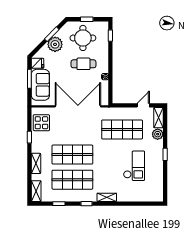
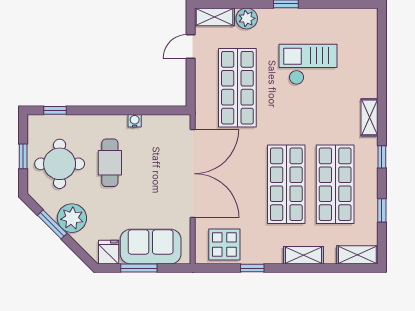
door: (143, 105) -> (191, 47), hinge flipped
double door: (78, 106) -> (193, 174), swing flipped

